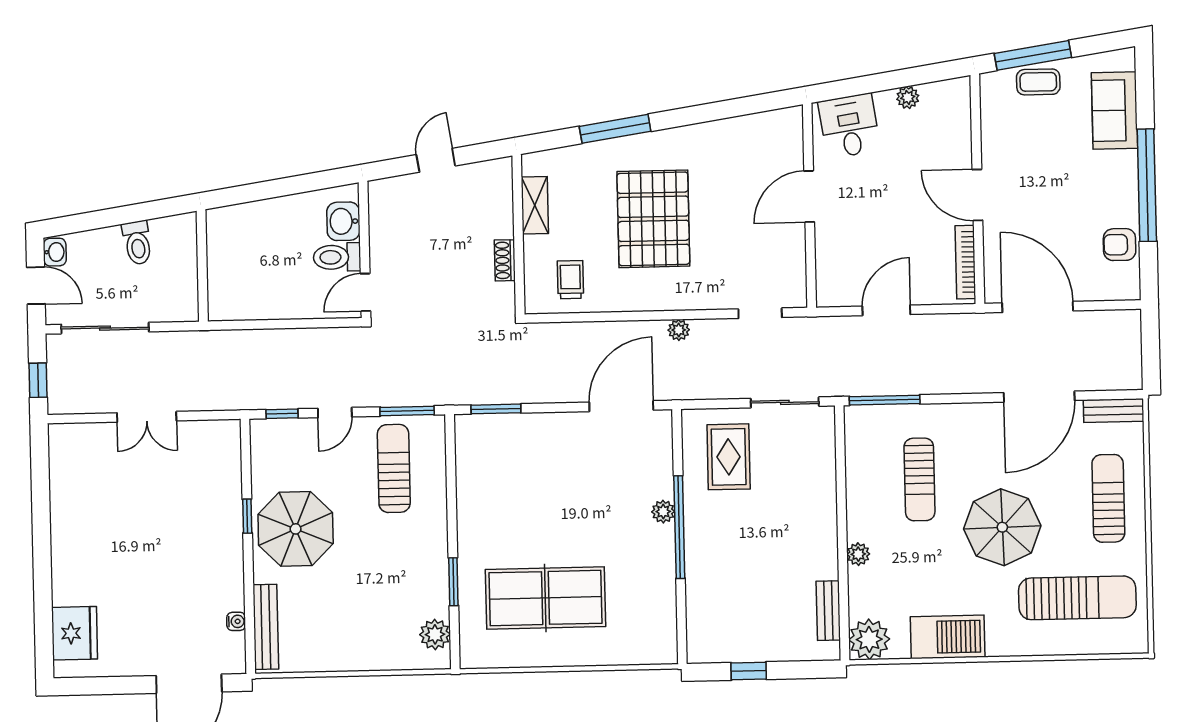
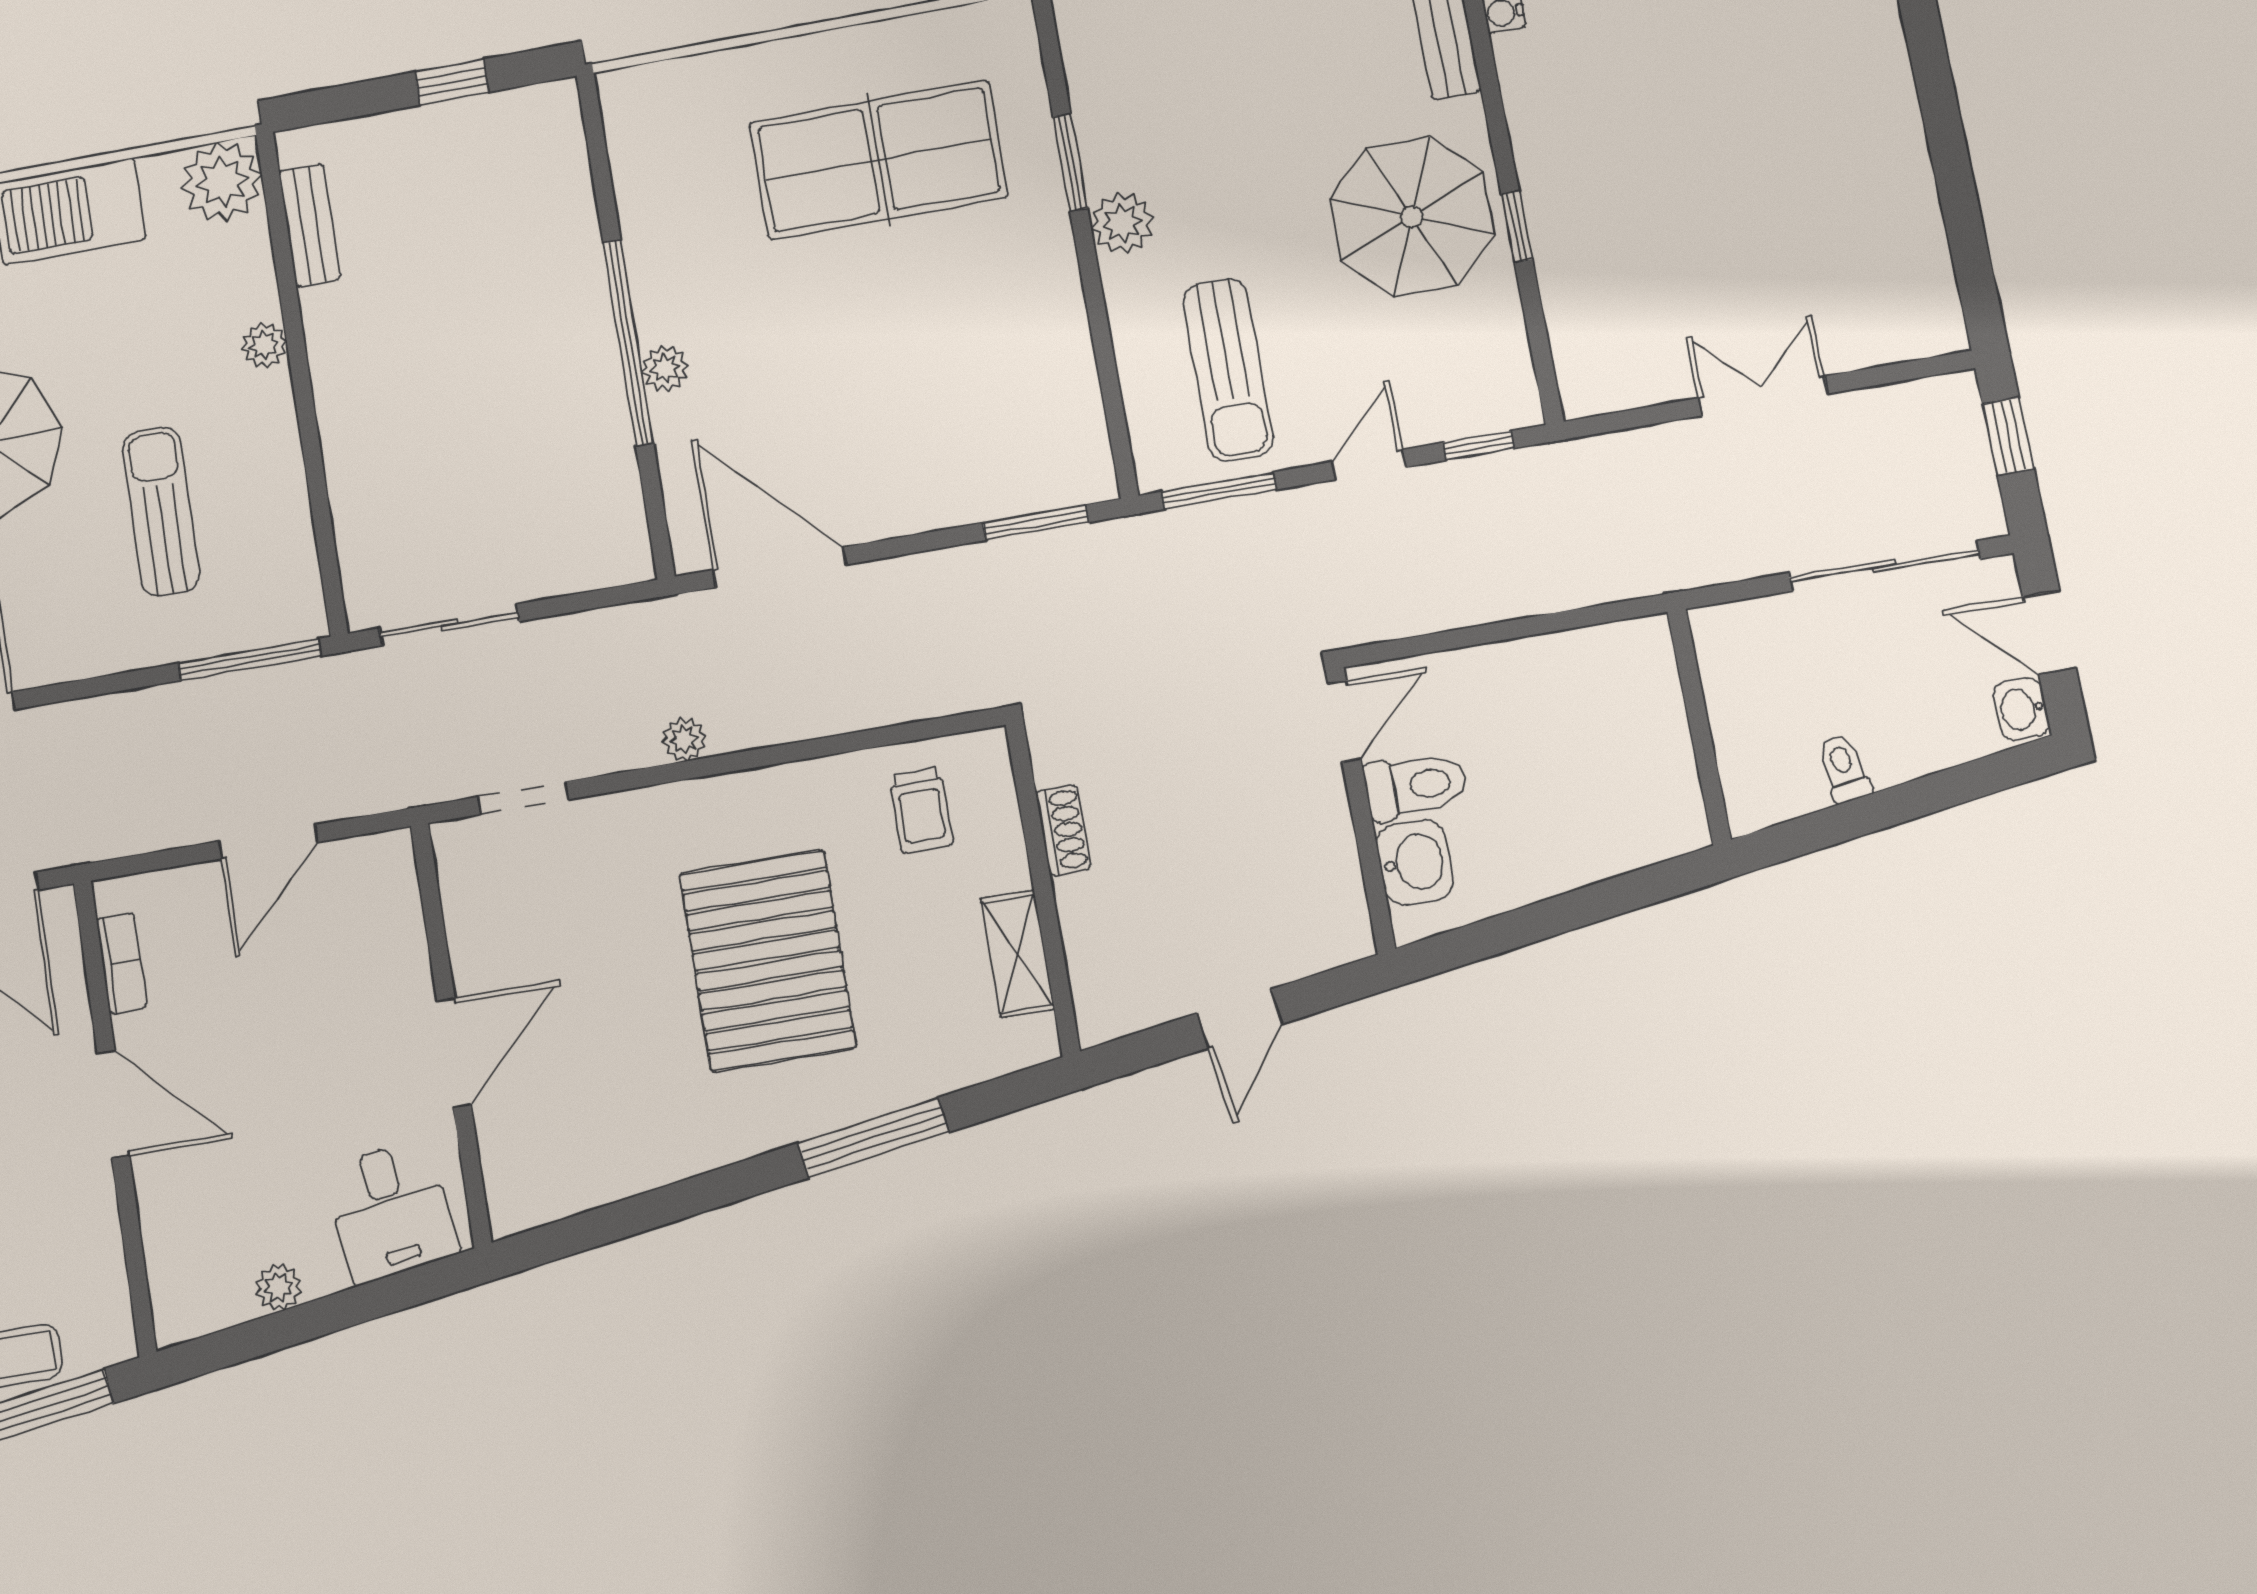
toilet: (137, 243) -> (1844, 768), width x0.73, depth x0.72
bookcase: (965, 262) -> (122, 963), width x0.64
door: (621, 406) -> (780, 567), swing flipped
rug: (729, 457) -> (548, 498), removed
plant: (435, 634) -> (1122, 223), moved

